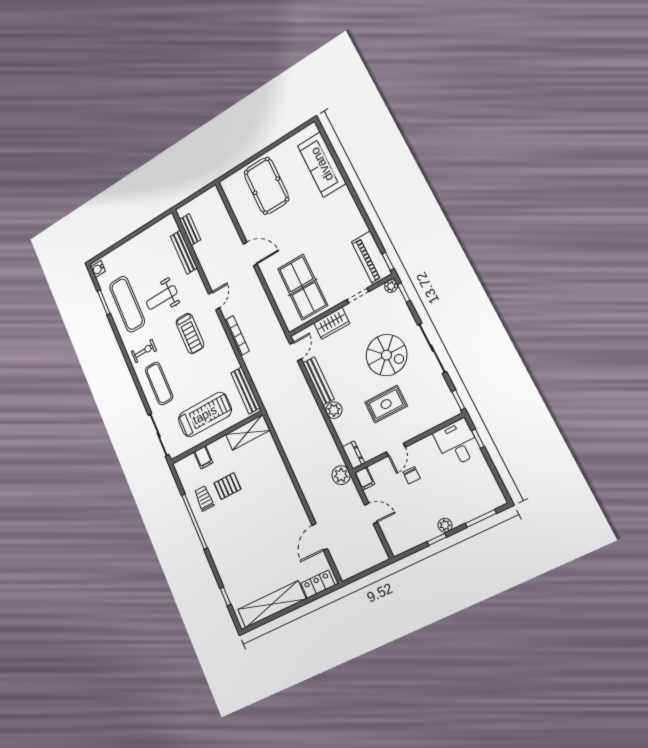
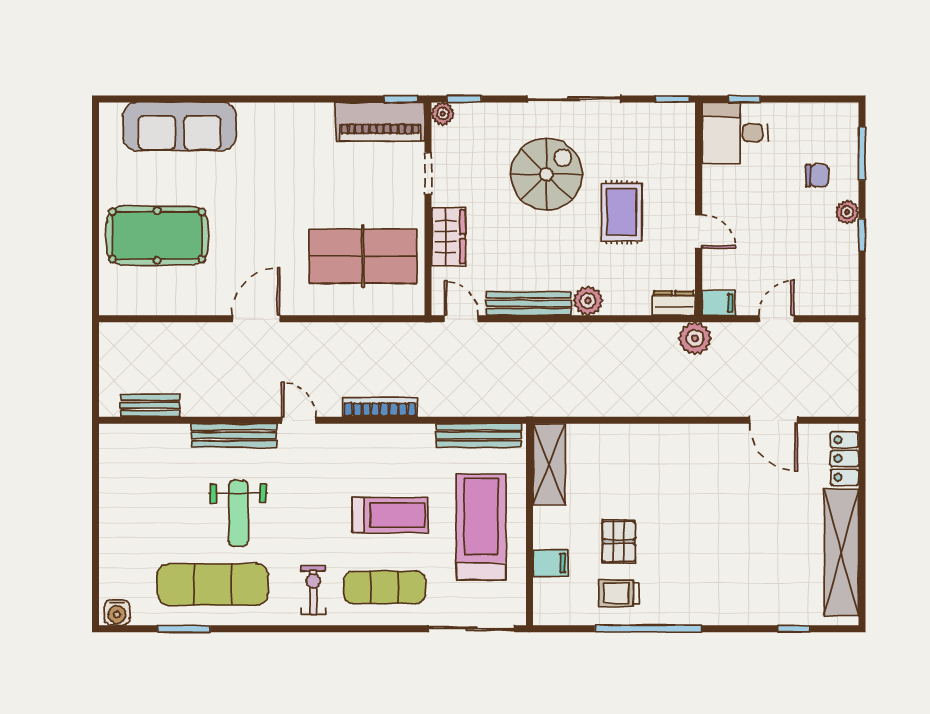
bench: (184, 252) -> (234, 435), moved
treadmill: (190, 333) -> (390, 515), moved
chair: (412, 475) -> (817, 175), moved

